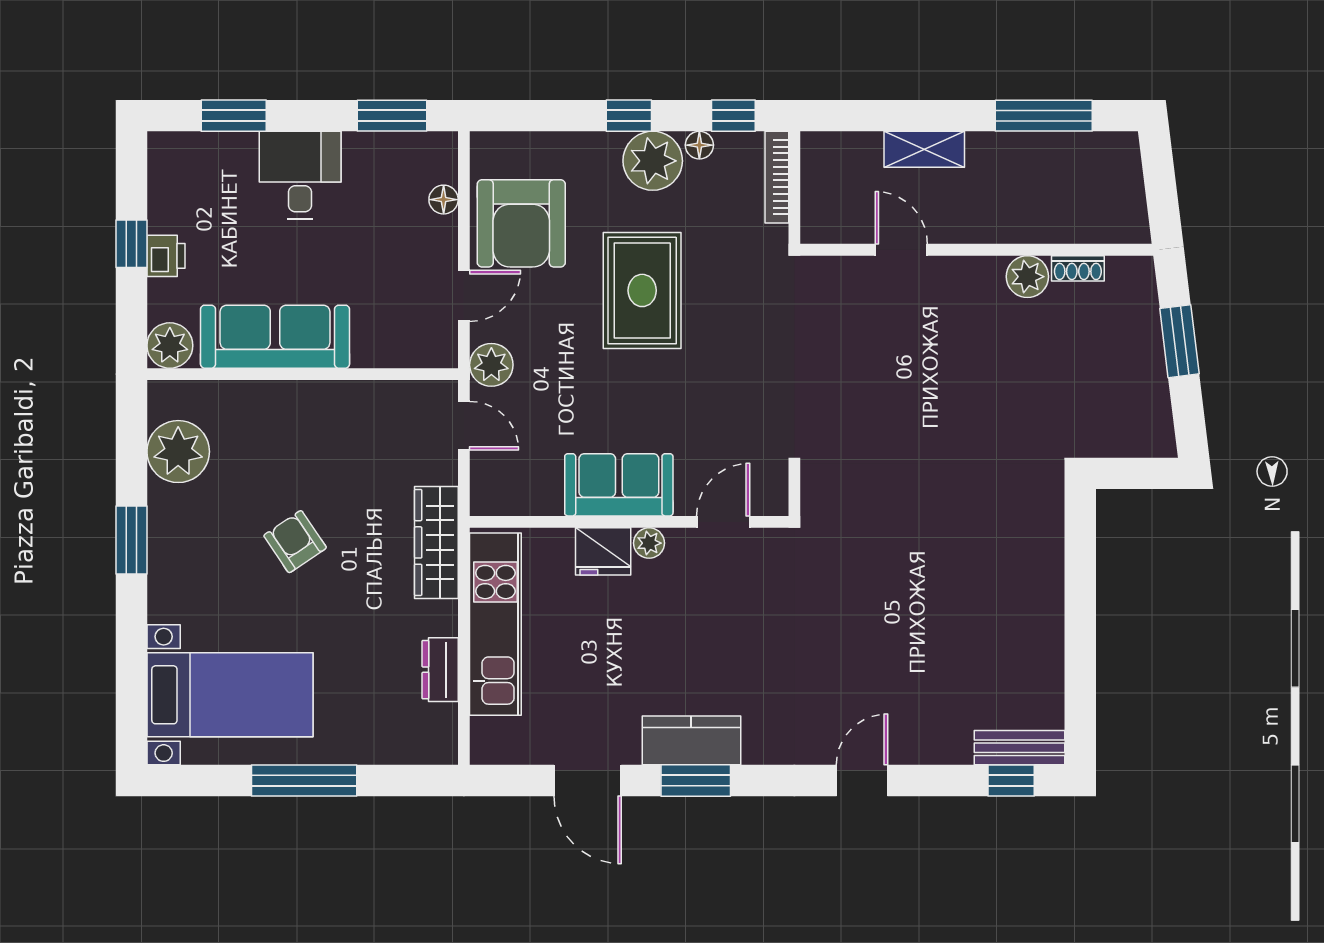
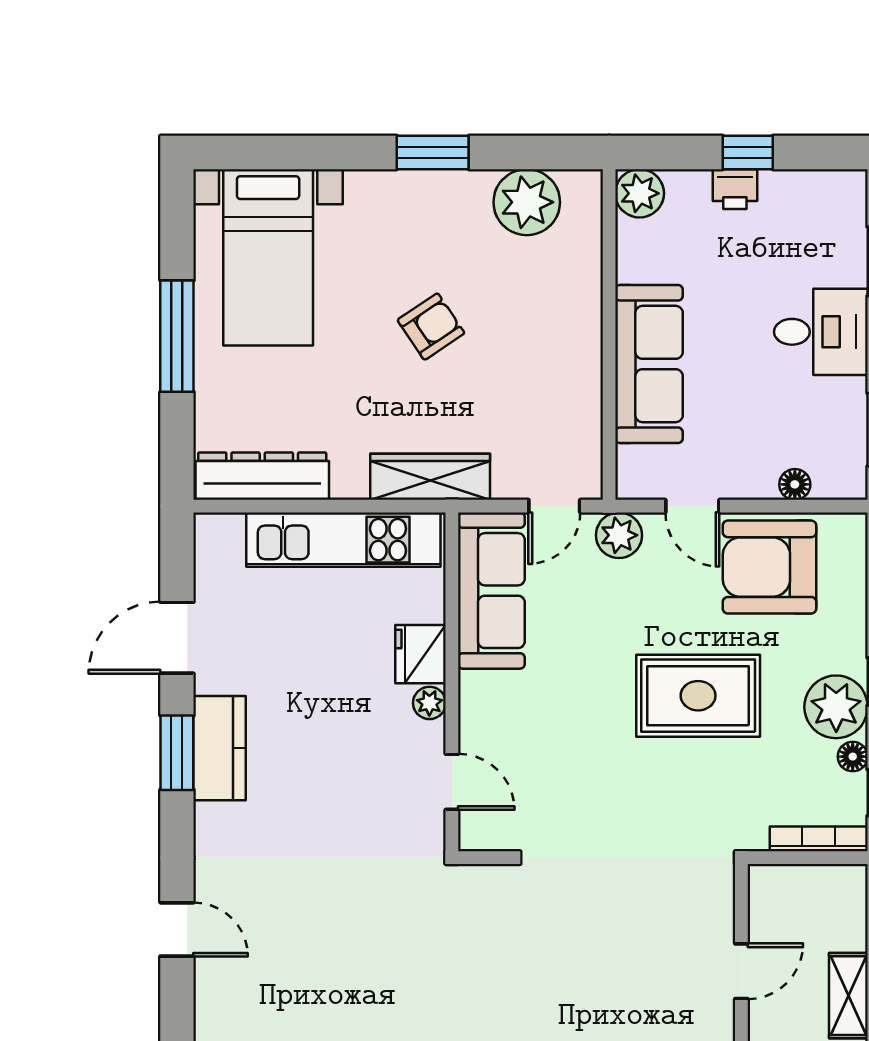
sofa: (275, 337) -> (649, 364), moved
sofa: (619, 485) -> (491, 591), moved, width x1.36
dresser: (440, 670) -> (262, 476), width x1.96, depth x1.24

